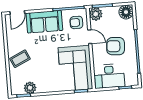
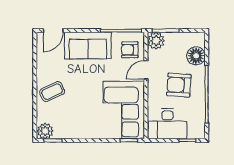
floor lamp: (126, 12) -> (196, 56), moved
door: (90, 37) -> (146, 70), swing flipped
plant: (30, 88) -> (45, 131), moved

